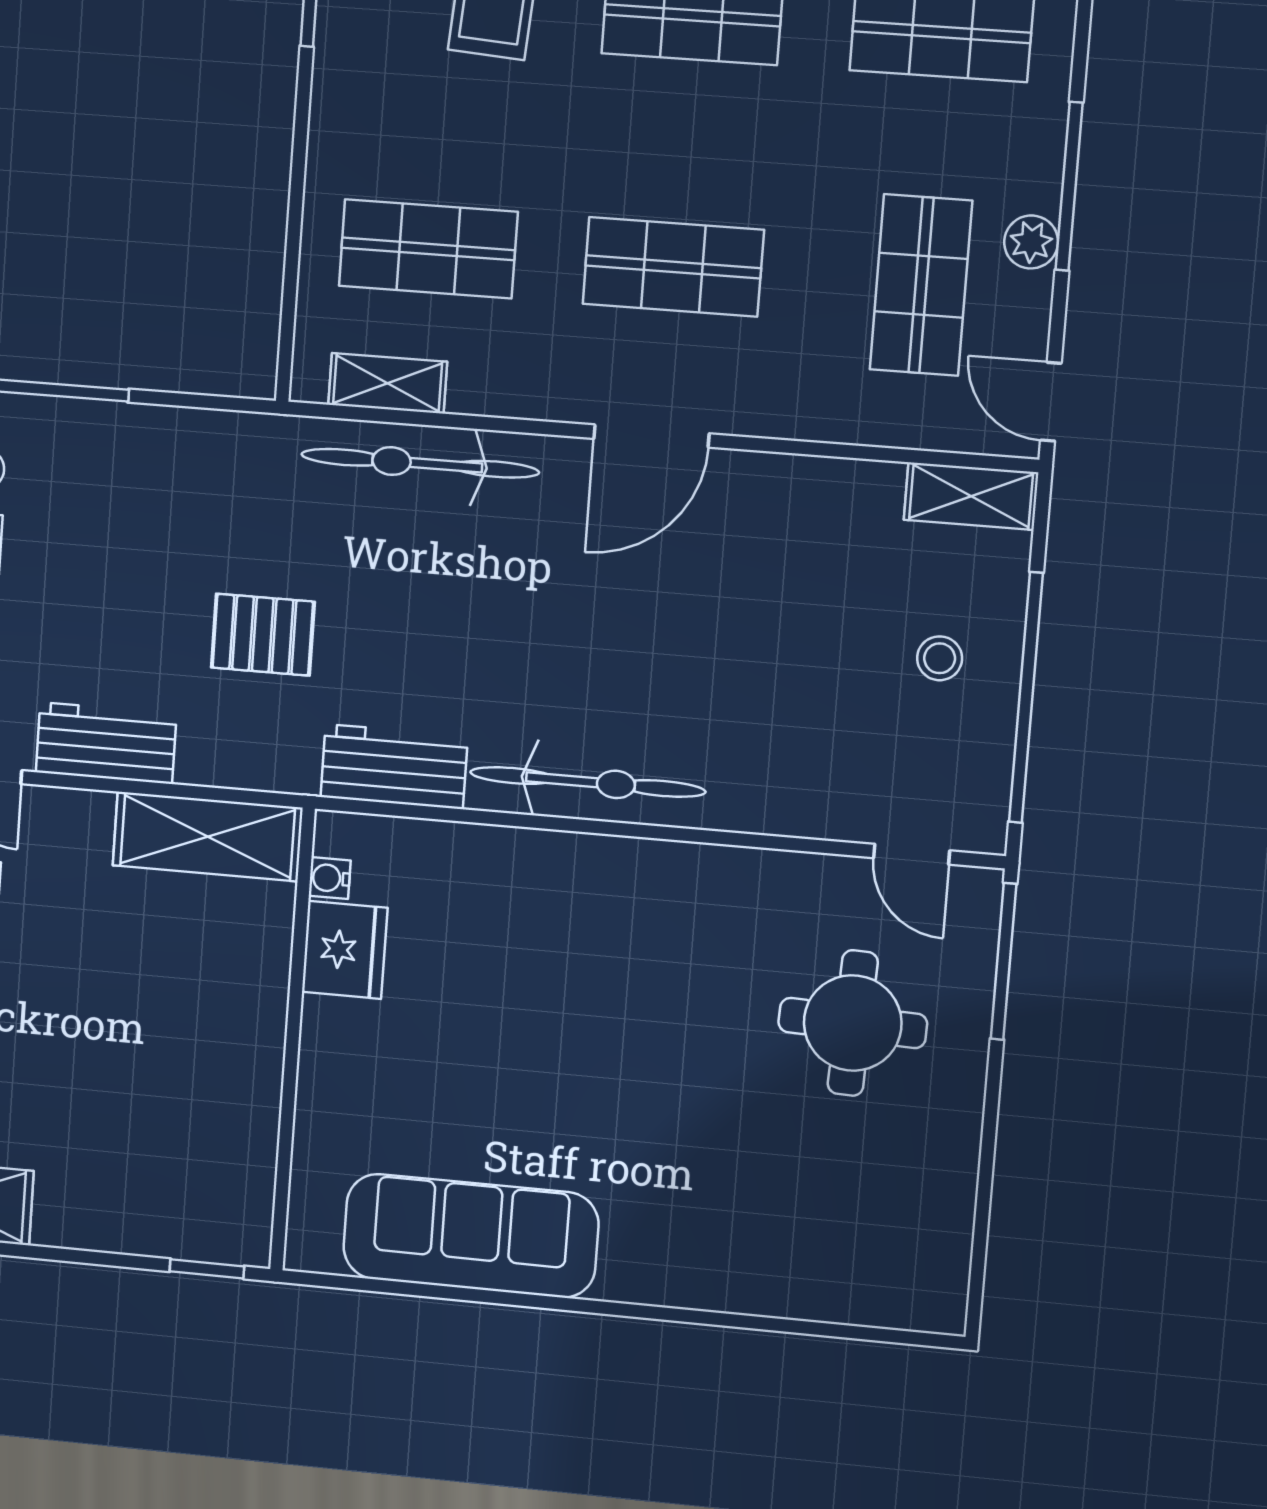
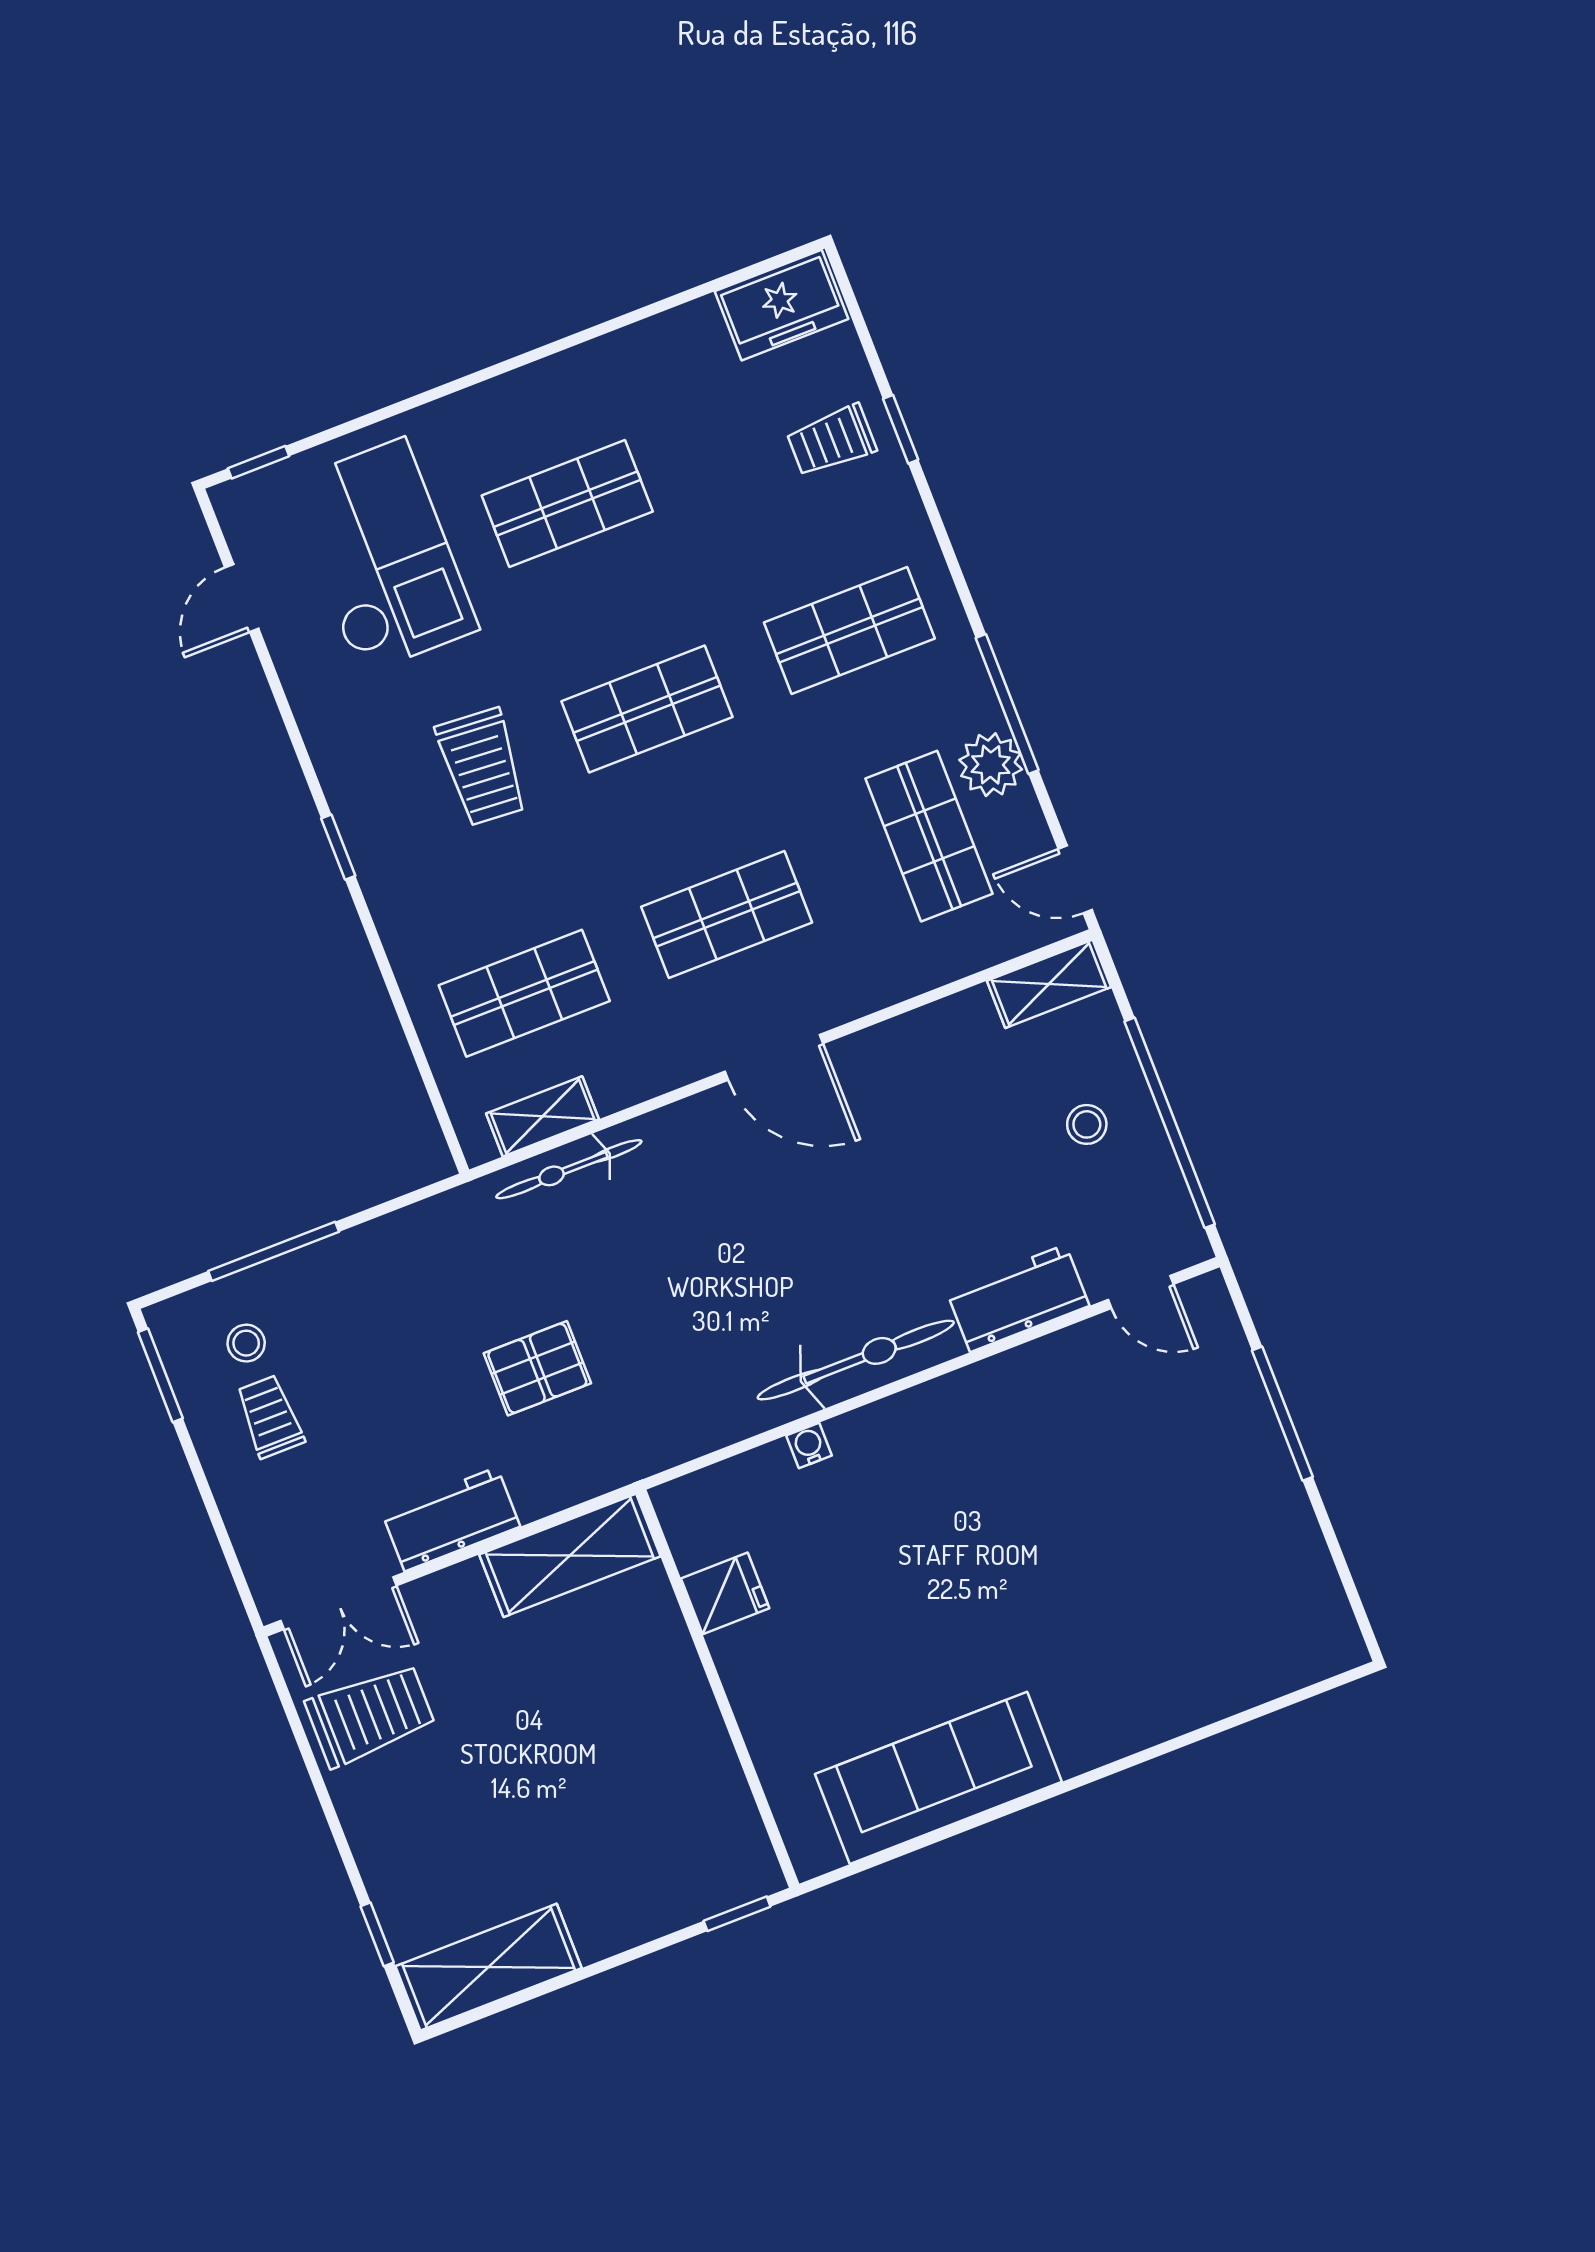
plant: (1031, 242) -> (991, 765), width x1.38, depth x1.38
door: (651, 436) -> (774, 1057), hinge flipped
bicycle: (420, 463) -> (569, 1169), width x0.73, depth x0.71
workbench: (394, 767) -> (1018, 1298), moved
water cooler: (330, 878) -> (809, 1446), moved, turned 90
fridge: (345, 950) -> (725, 1593), width x0.72
window: (1004, 961) -> (1282, 1414), moved
round table: (853, 1023) -> (1160, 1451), removed

